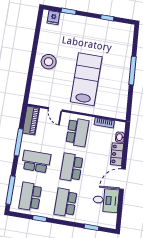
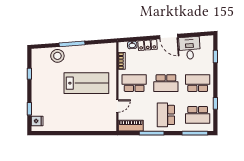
stool: (49, 62) -> (57, 56), moved
lab bench: (86, 79) -> (86, 83), turned 180
school desk: (65, 203) -> (198, 83), turned 180

